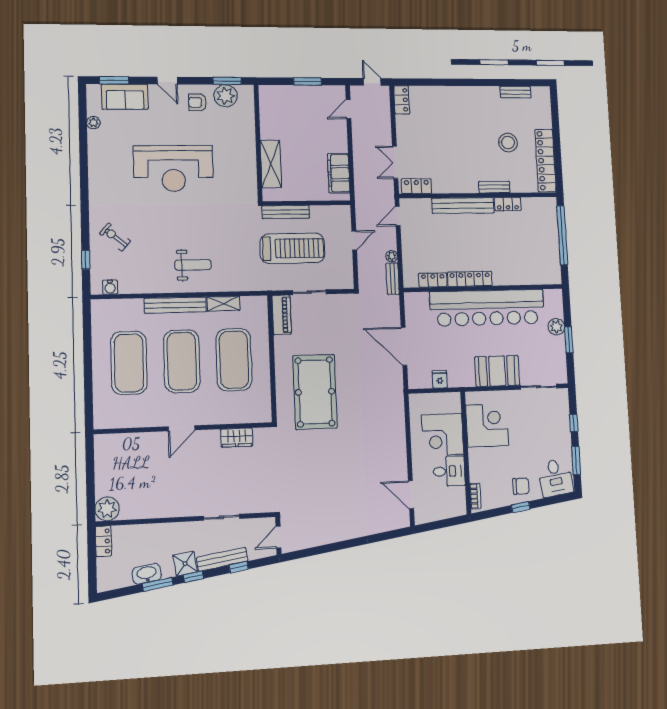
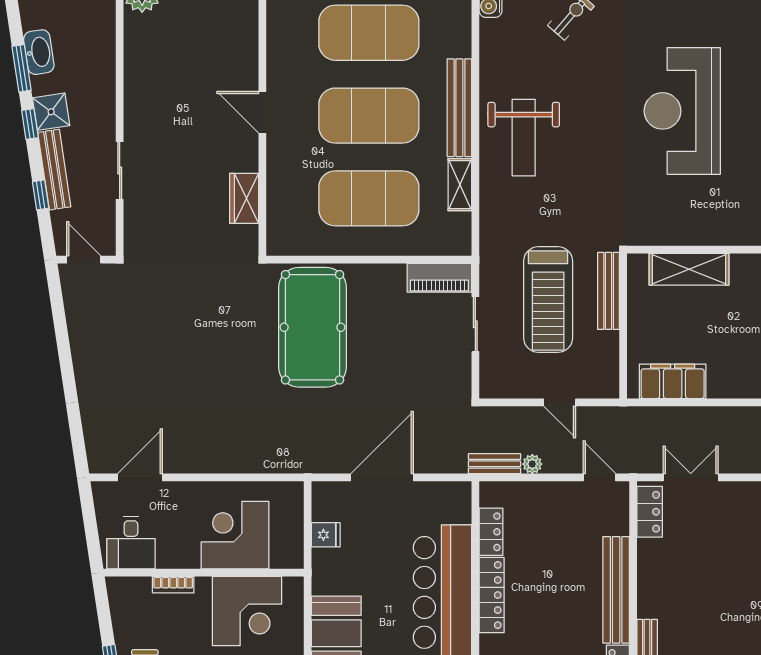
weight bench: (193, 265) -> (524, 138), width x1.36, depth x1.33
pool table: (315, 392) -> (312, 327), turned 90
desk: (449, 471) -> (131, 543), moved
bookcase: (475, 496) -> (173, 585), moved

